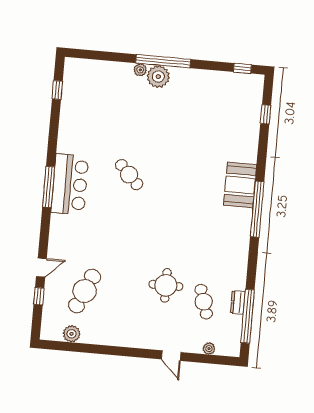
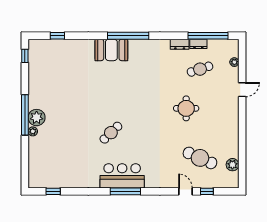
dresser: (240, 277) -> (180, 44), added
round table: (166, 285) -> (186, 108), moved

